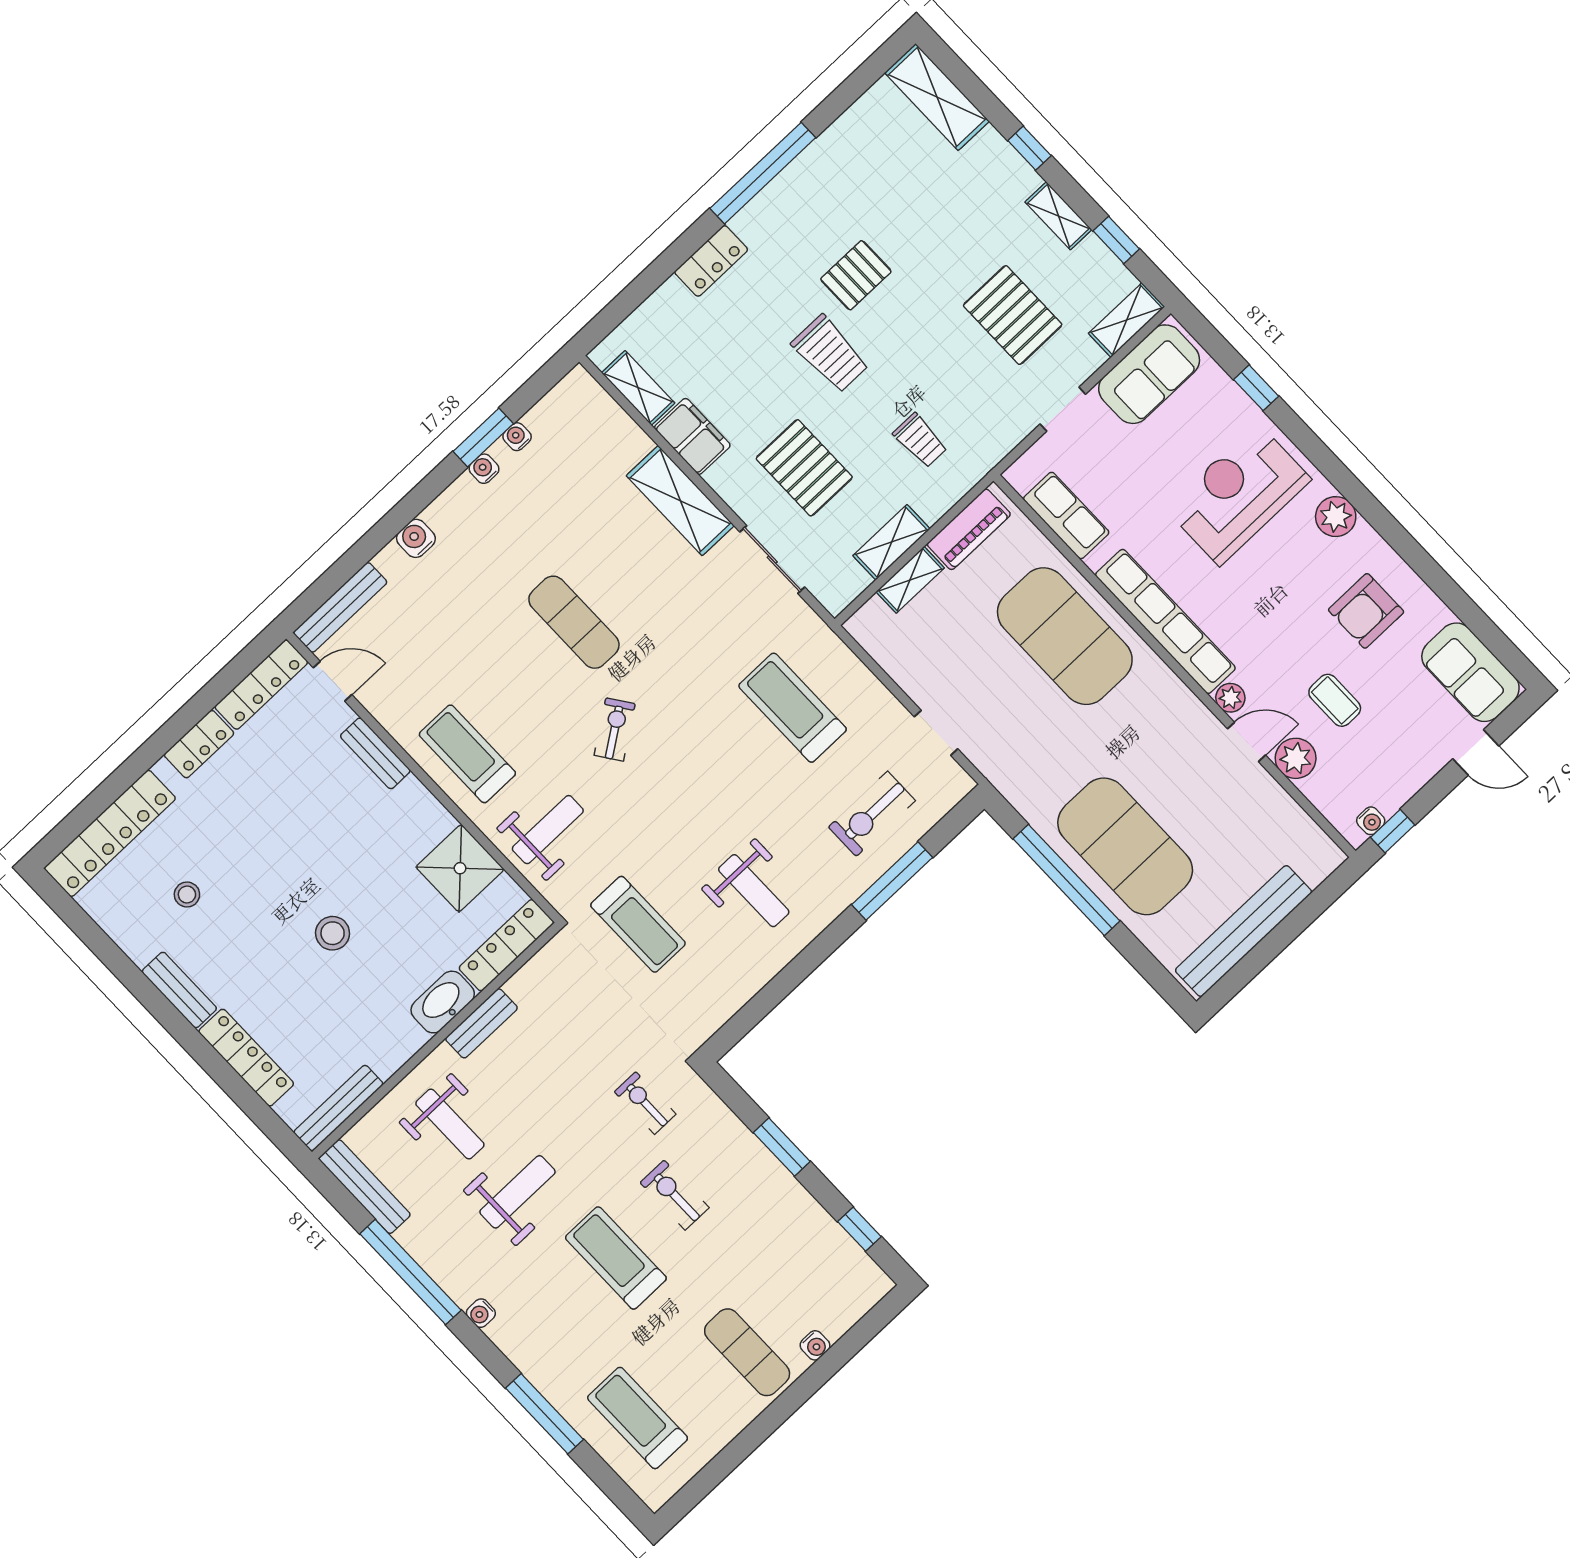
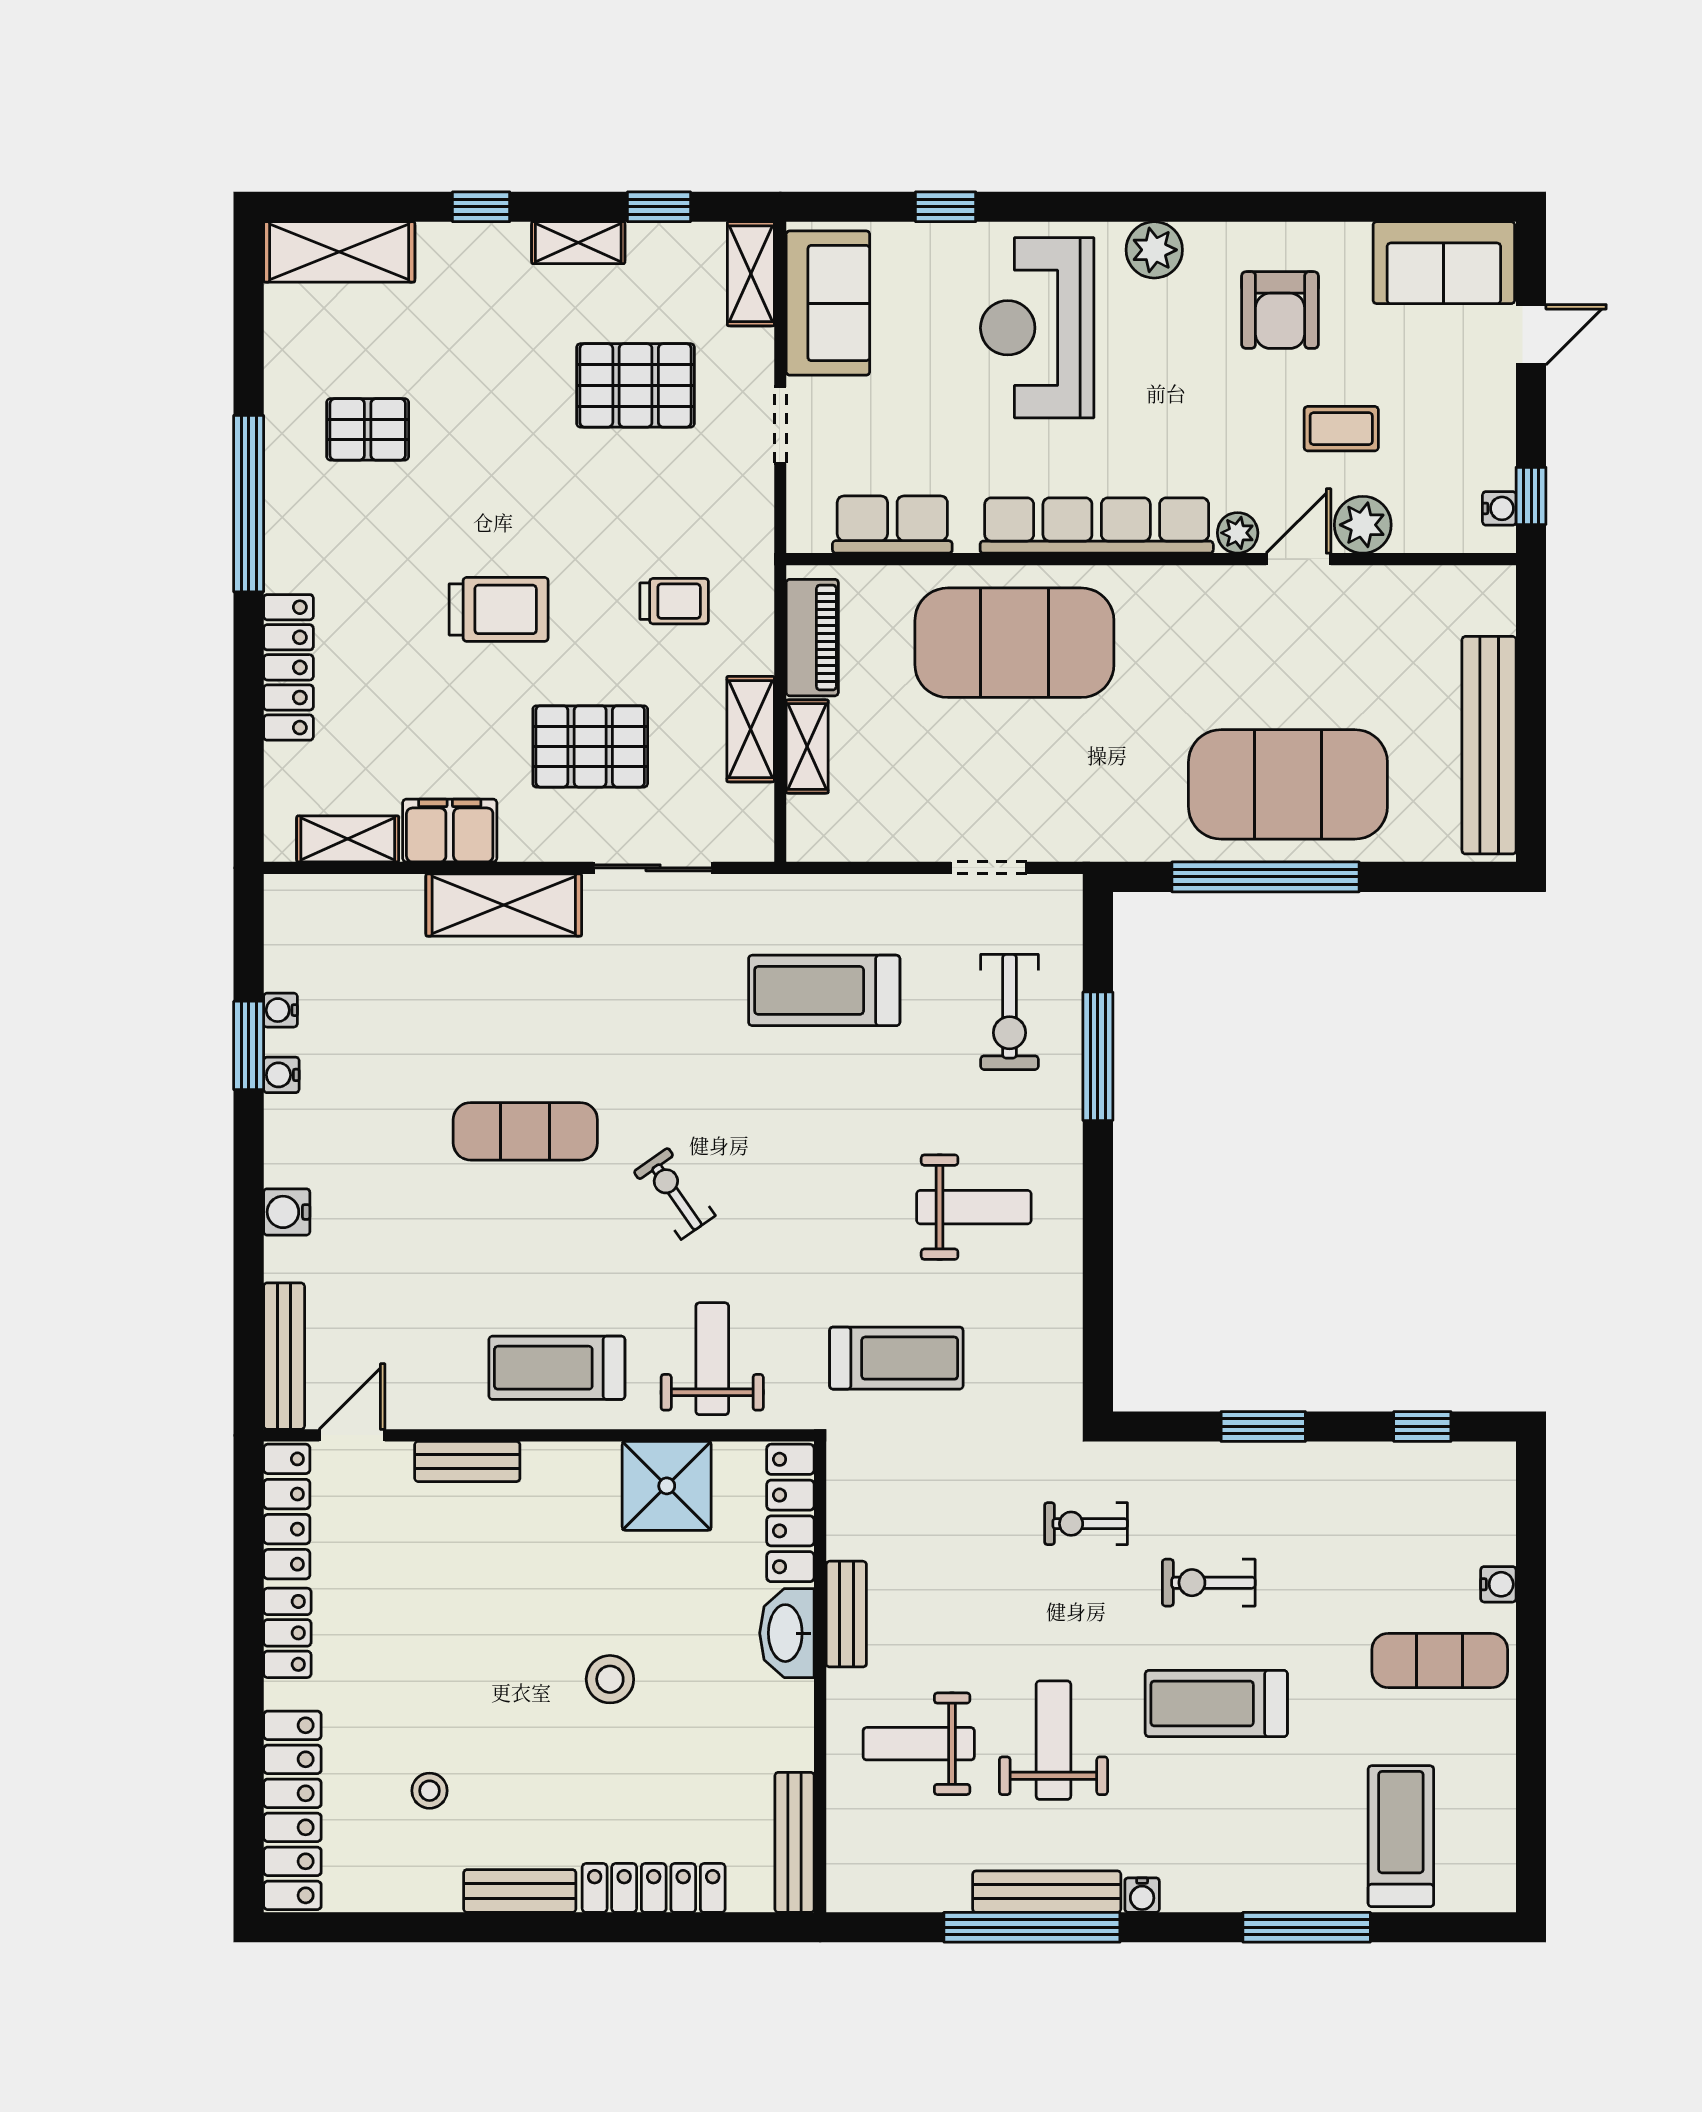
locker: (711, 261) -> (288, 667), width x1.53
pallet: (856, 275) -> (368, 429), moved, turned 90
weight bench: (450, 1124) -> (919, 1744), turned 180
bench: (365, 1187) -> (1047, 1892), moved
treadmill: (638, 1418) -> (1401, 1836), turned 90

